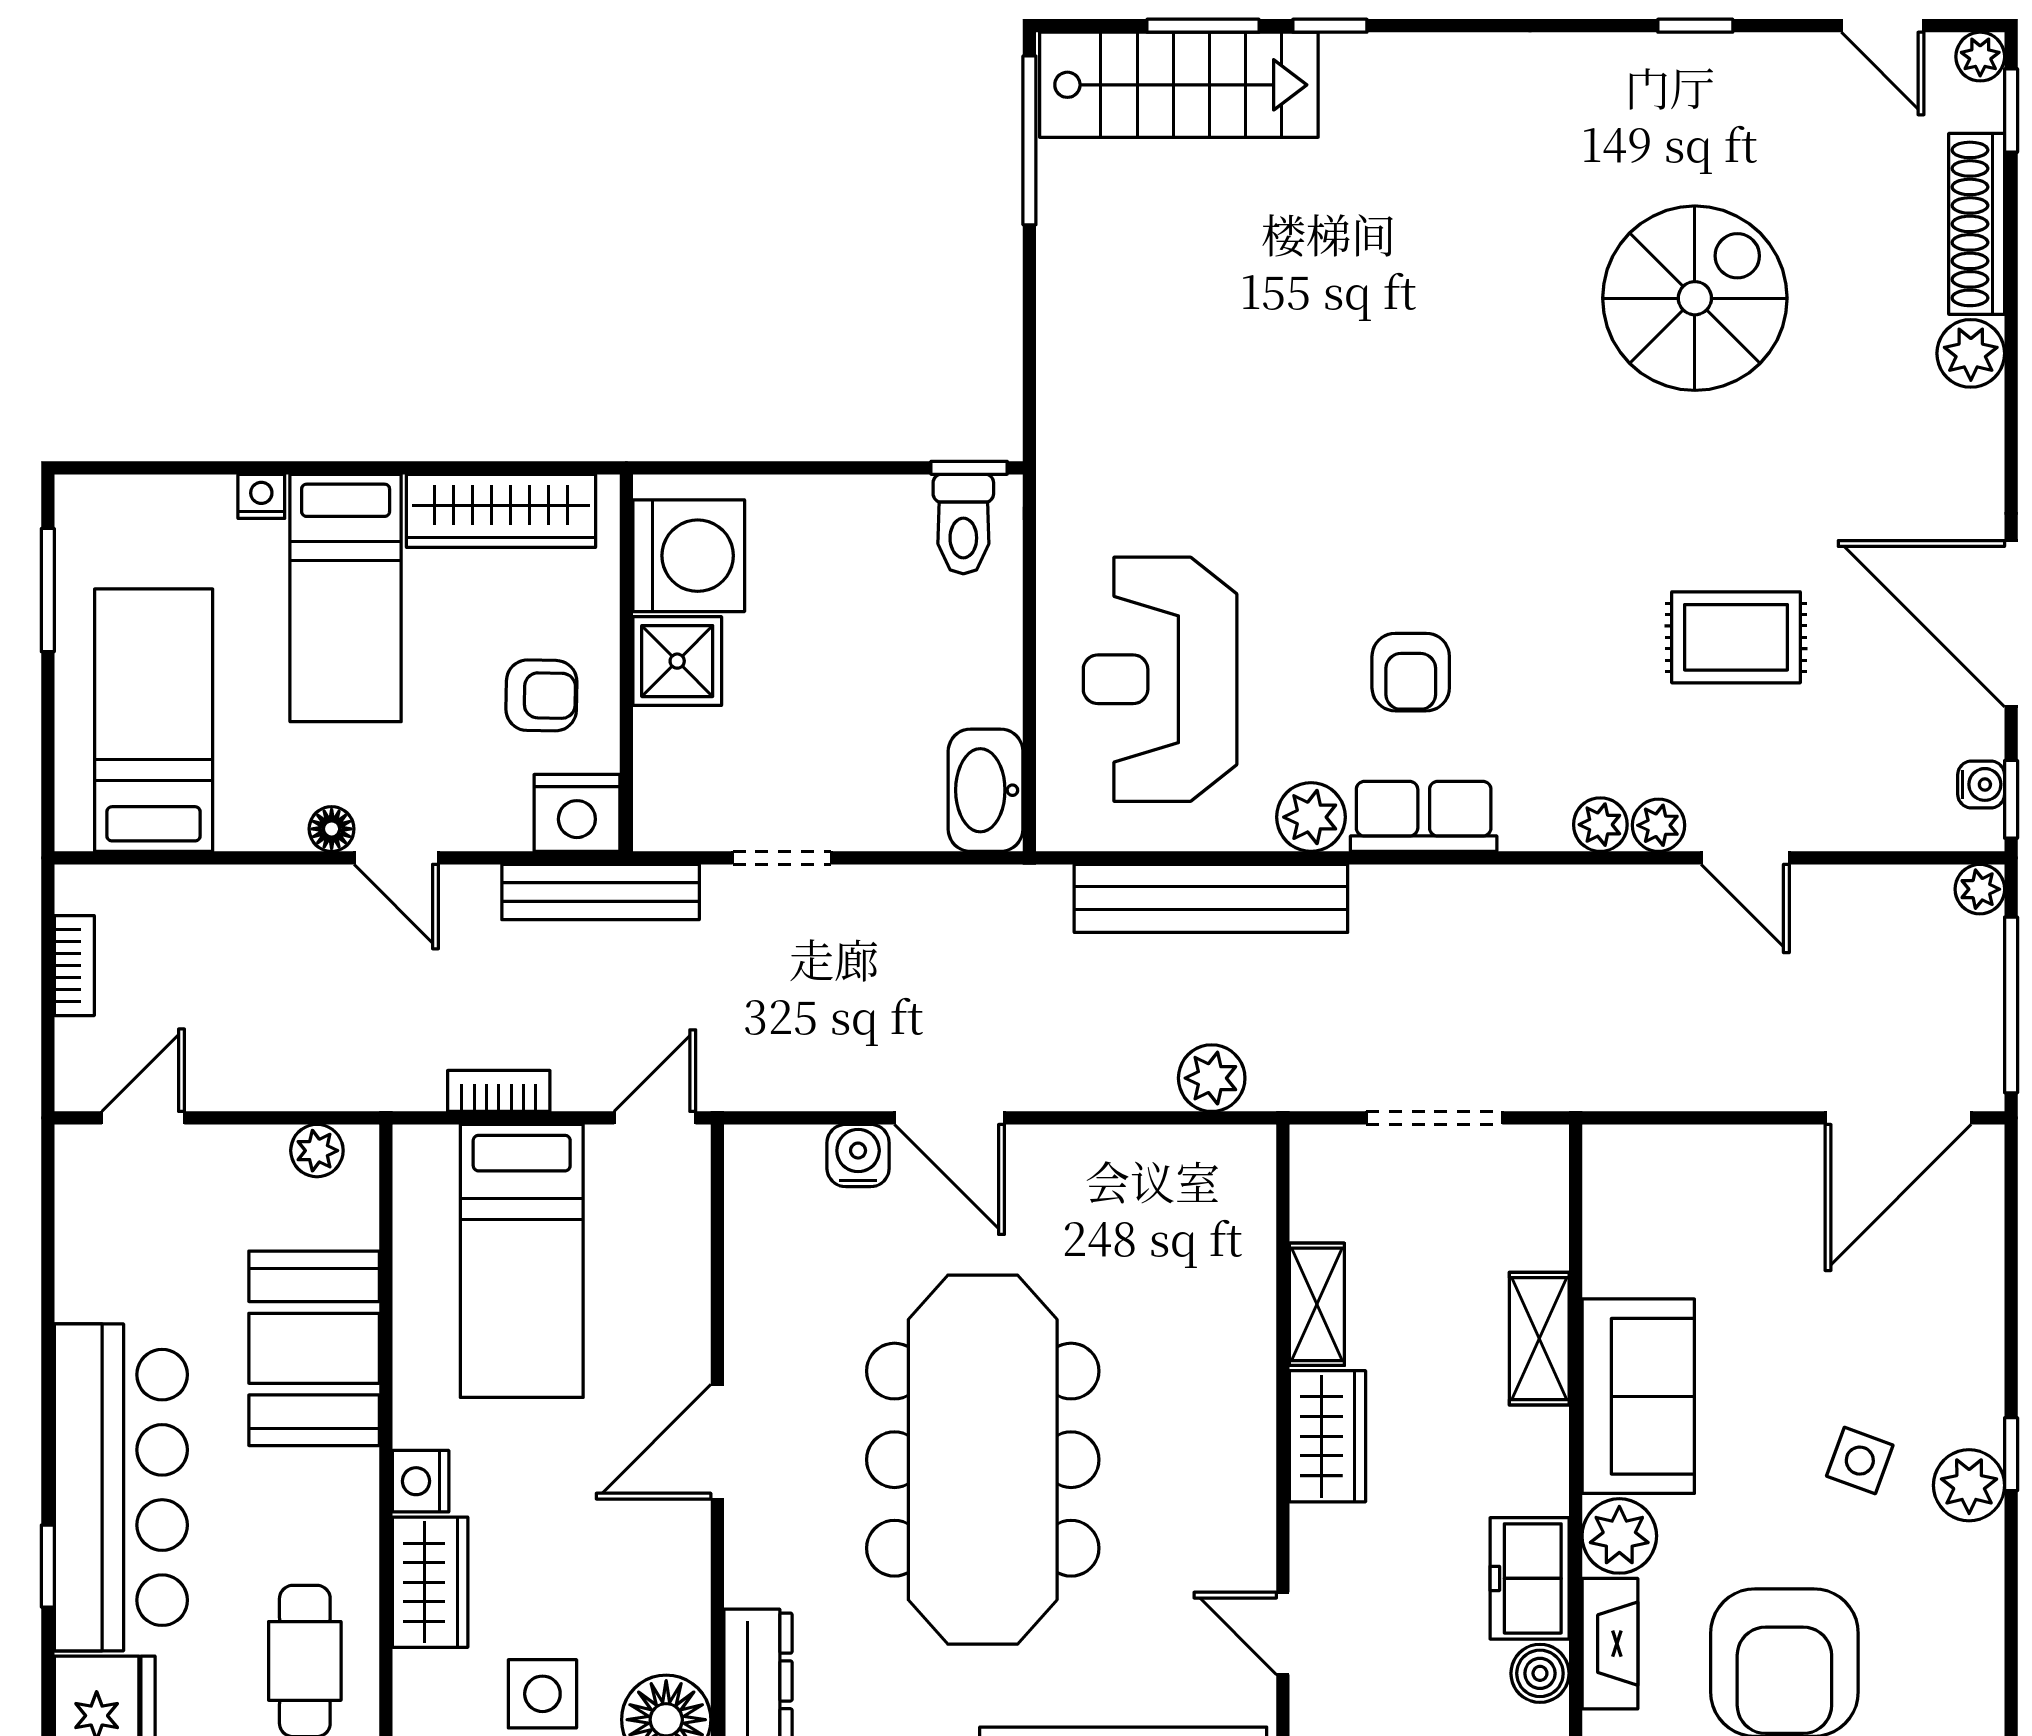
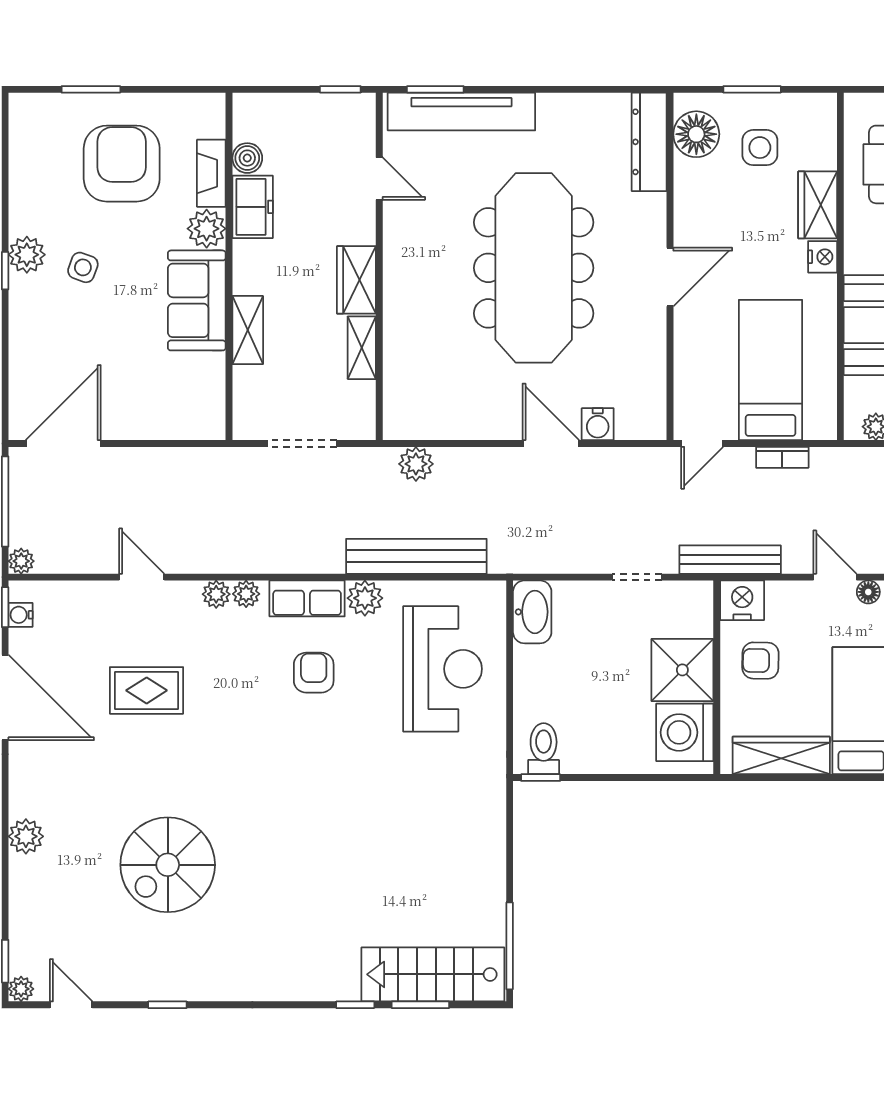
shoe rack: (1977, 224) -> (23, 903), removed
shower: (677, 661) -> (682, 670), width x1.36, depth x1.36
plant: (1658, 825) -> (246, 594), moved

